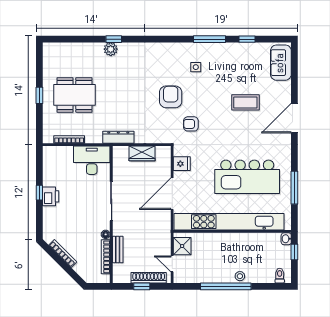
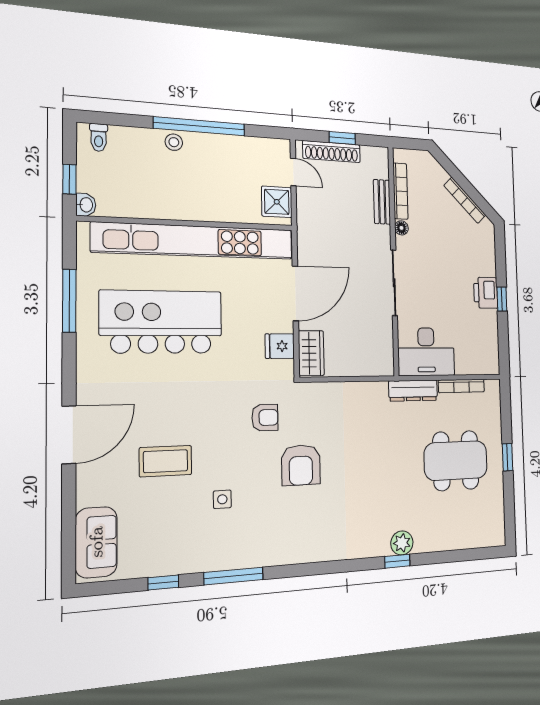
side table: (196, 67) -> (222, 499), moved
dresser: (118, 137) -> (413, 391), moved
wardrobe: (142, 153) -> (311, 353), moved, turned 90

